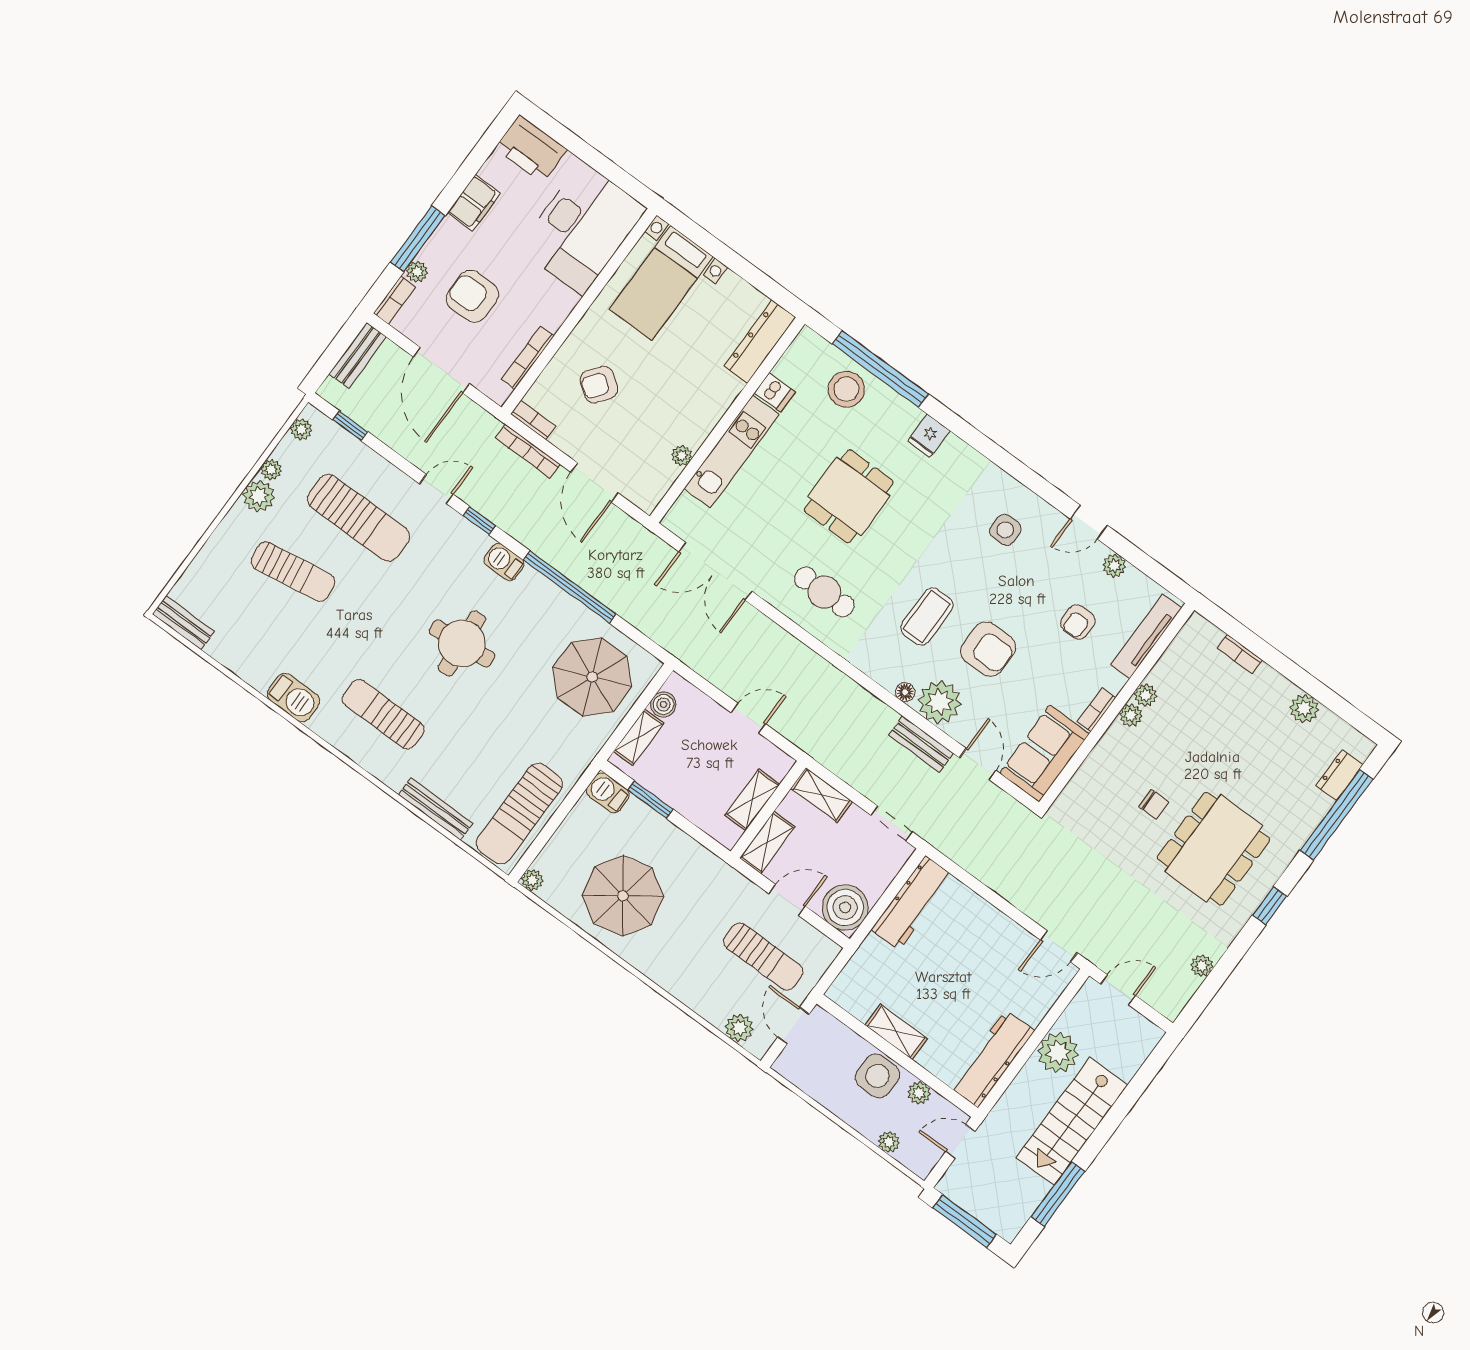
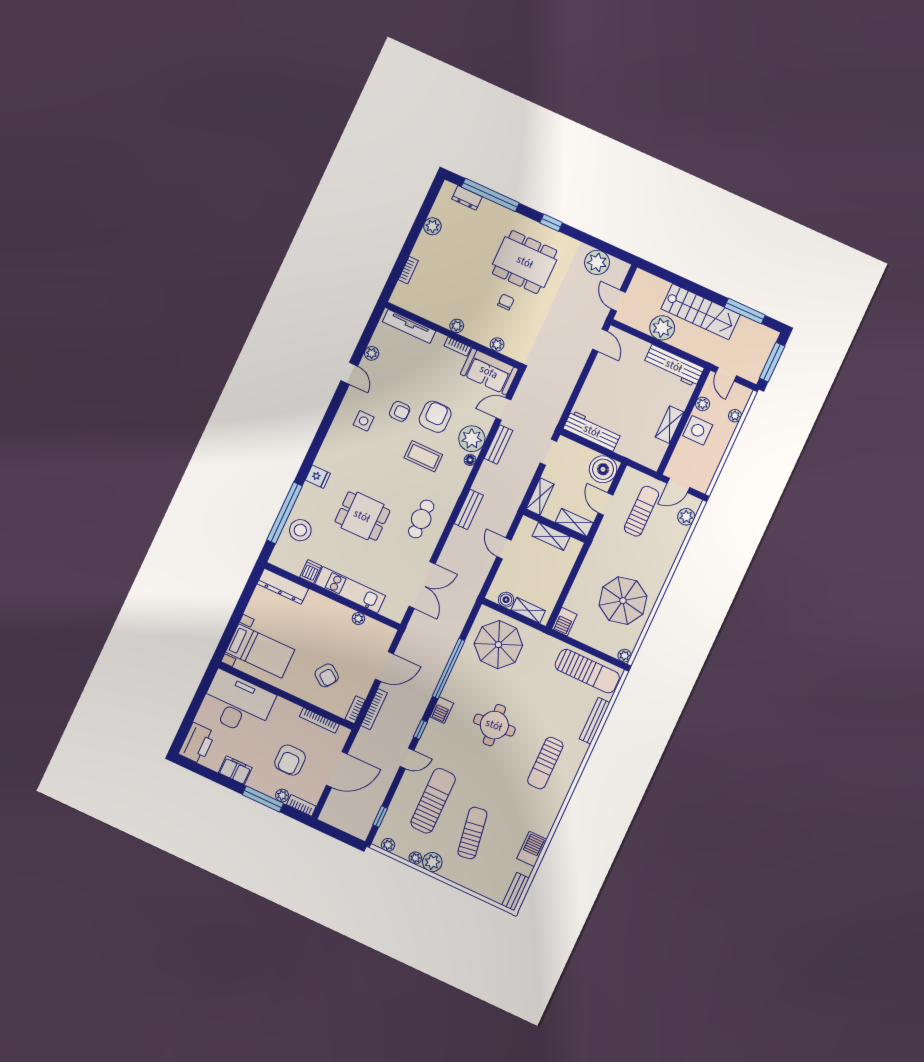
bench: (358, 355) -> (469, 509), moved, turned 90
door: (436, 489) -> (407, 758), swing flipped
armchair: (1078, 622) -> (400, 411), moved
plant: (1146, 695) -> (497, 344), moved
barbecue: (293, 698) -> (532, 849), moved
window: (650, 800) -> (563, 596), removed
plant: (1202, 966) -> (597, 262), width x1.87, depth x1.87

